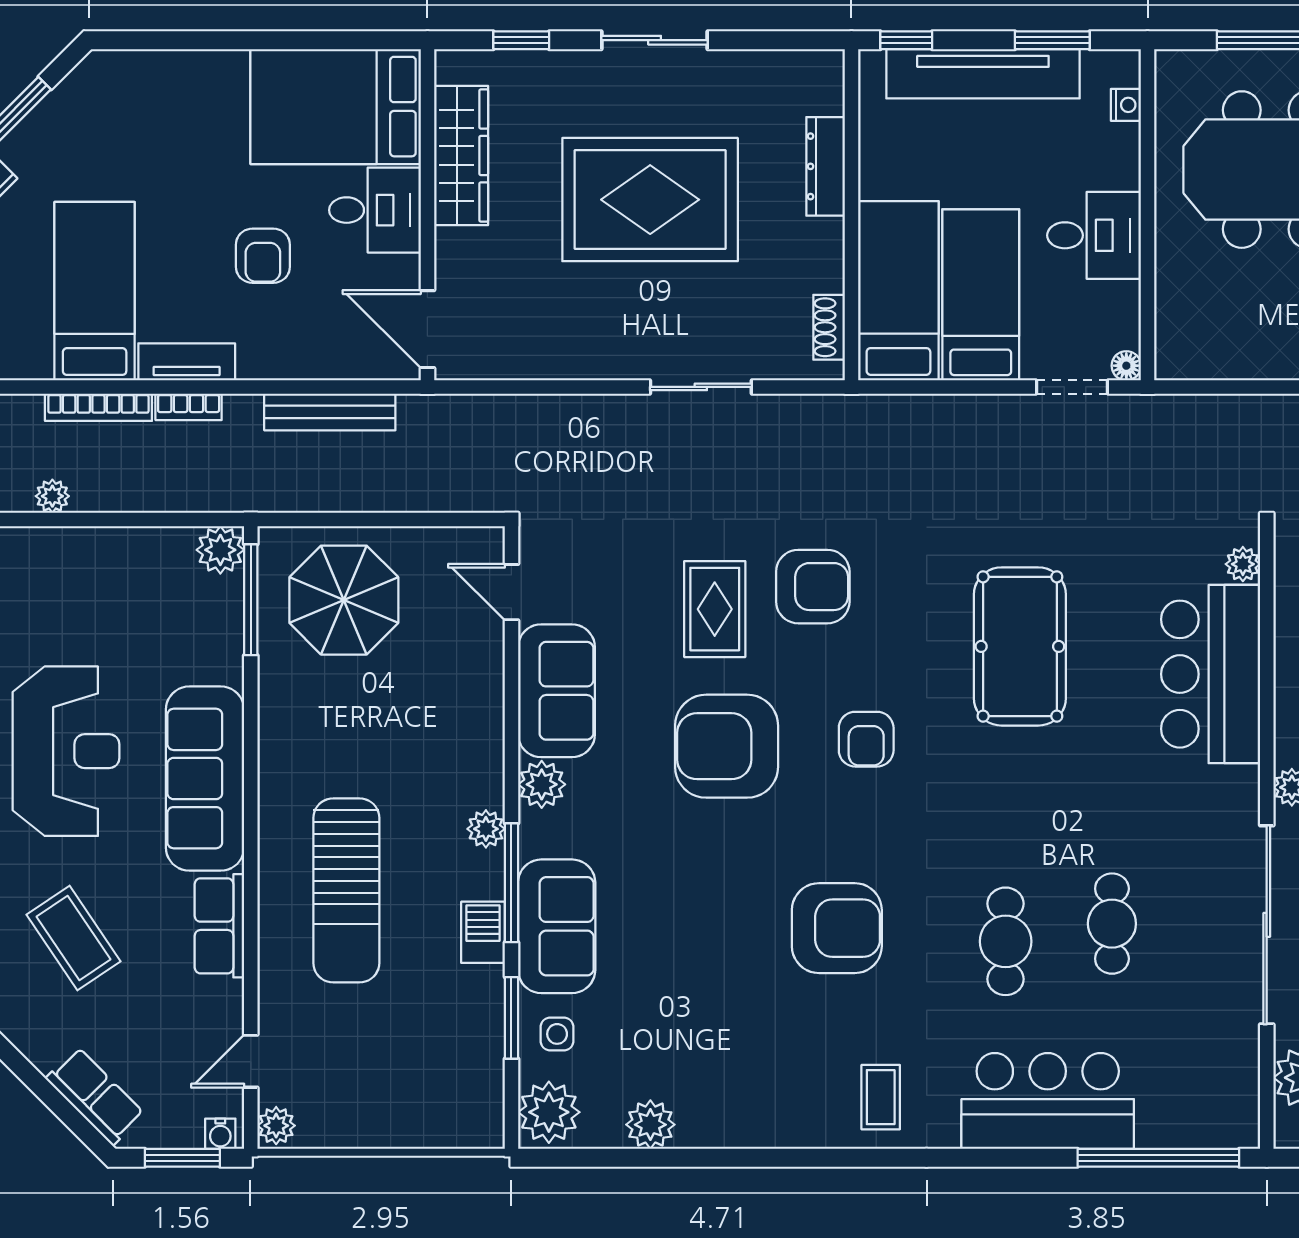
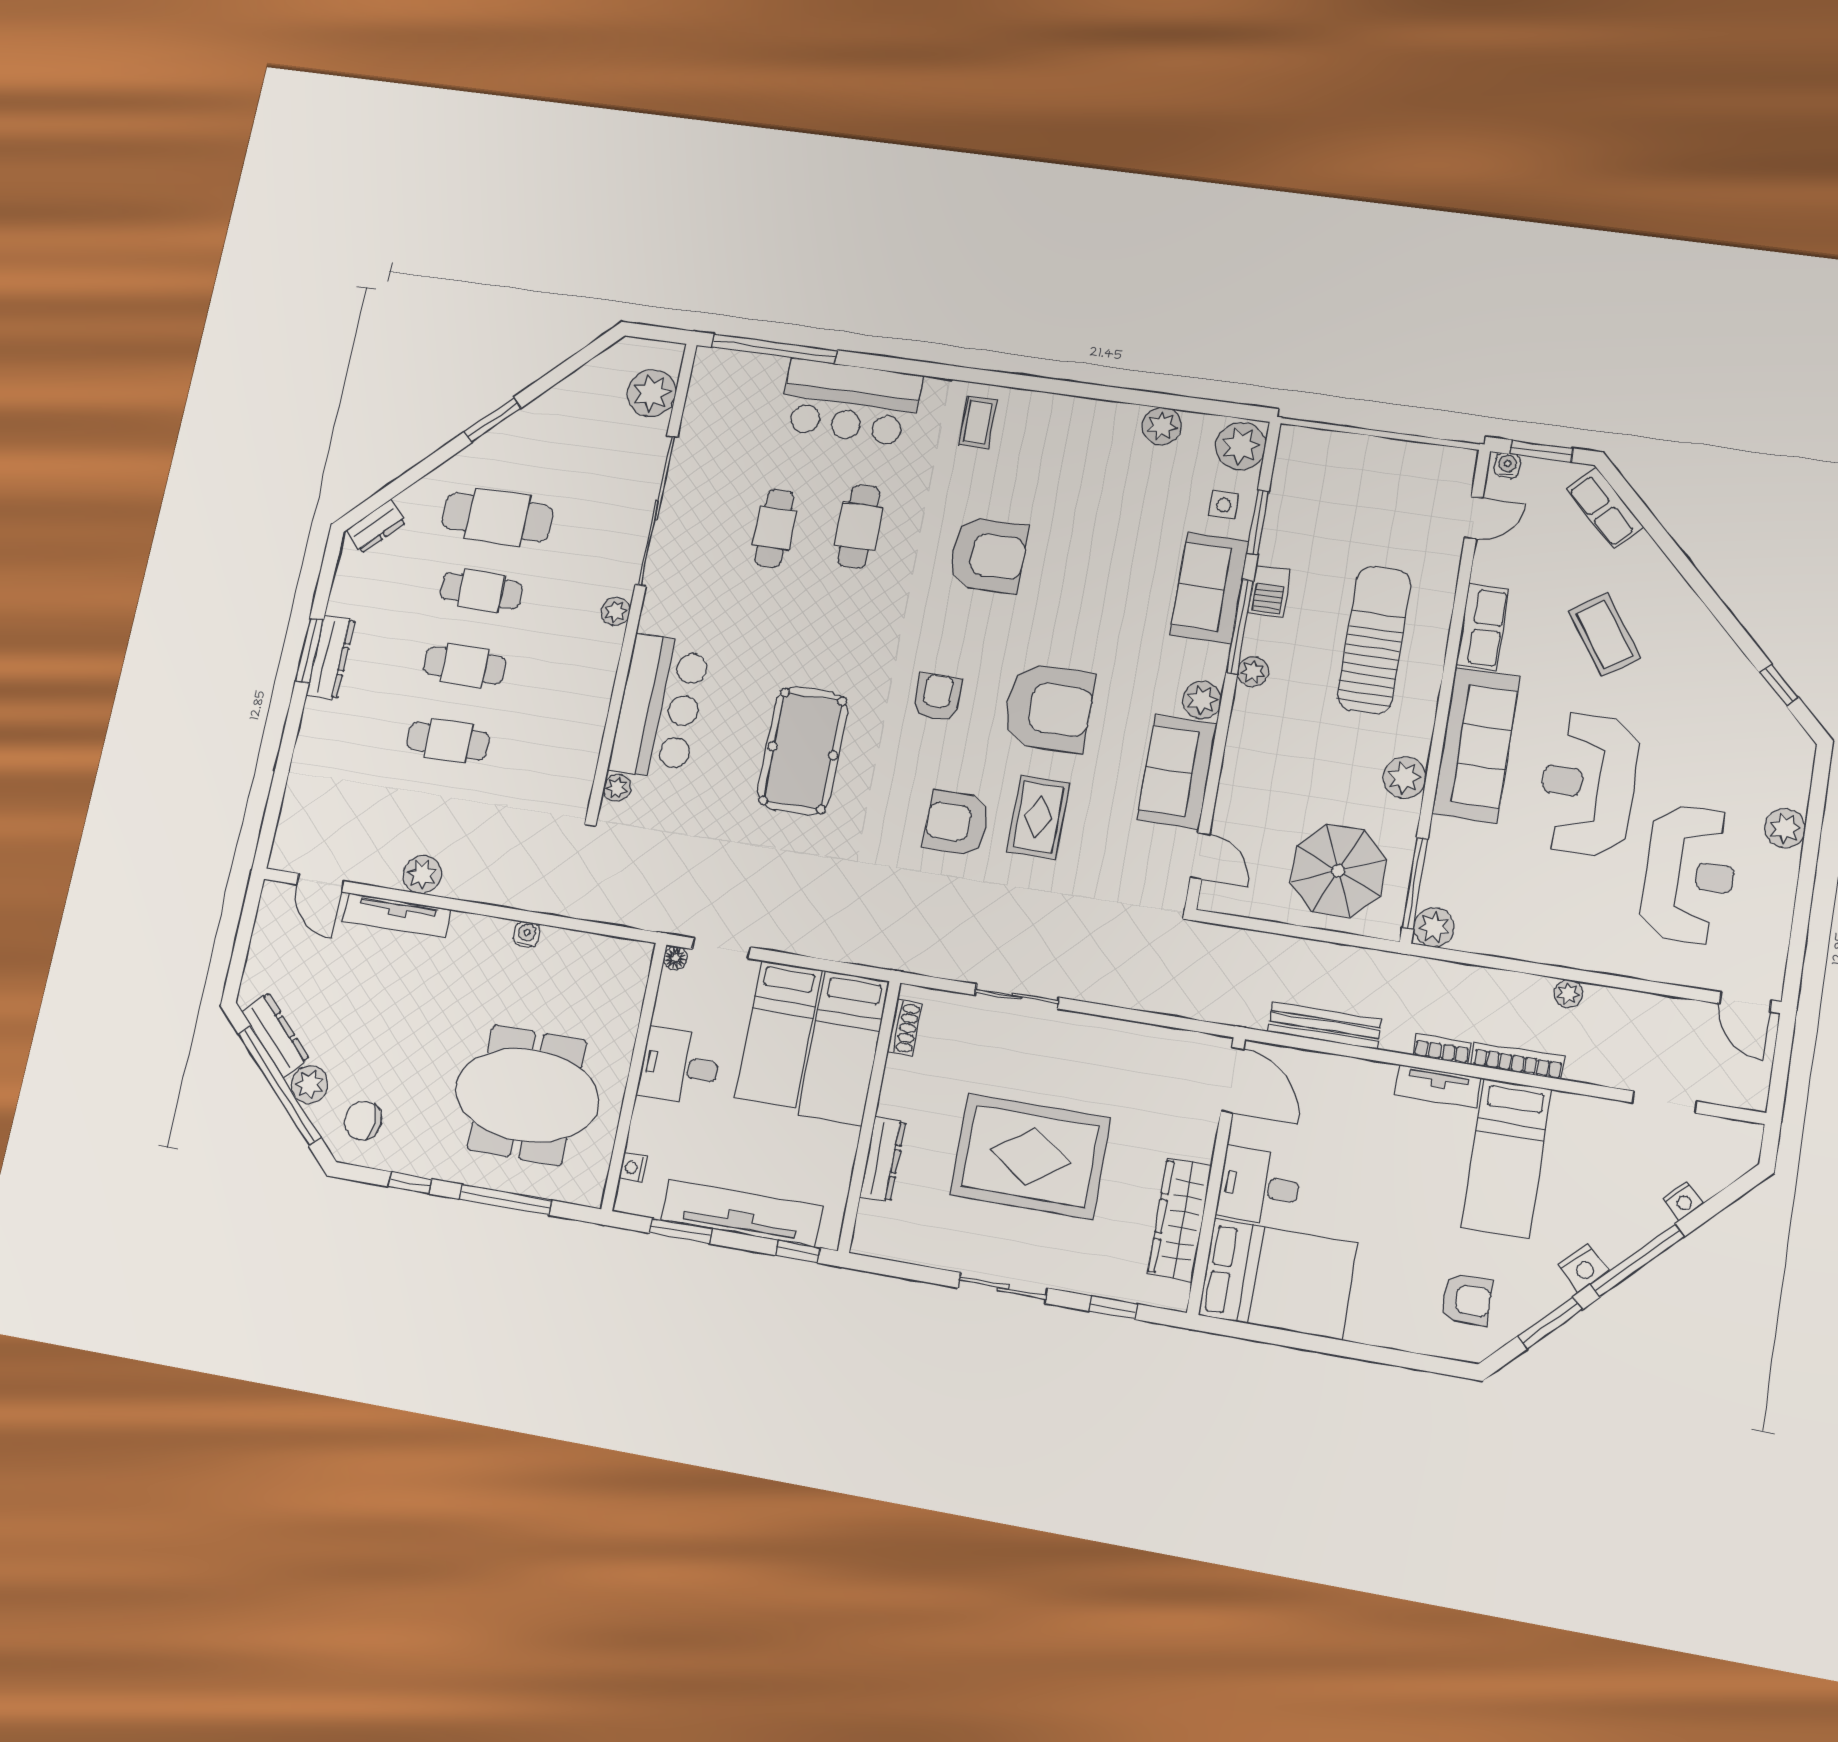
armchair: (263, 256) -> (1467, 1300), moved, turned 90
armchair: (837, 928) -> (988, 555), turned 180
plant: (276, 1126) -> (1405, 778), moved, width x1.38, depth x1.38

